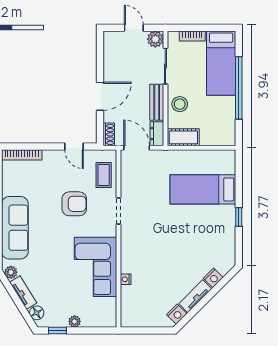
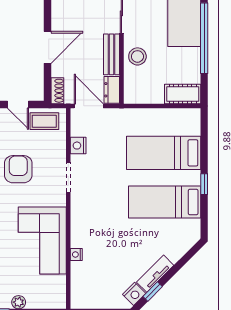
cot: (183, 137) -> (183, 94), moved
coffee table: (104, 175) -> (44, 121), moved, turned 90
armchair: (74, 204) -> (18, 169), turned -90
bed: (204, 233) -> (165, 202), added
nightstand: (213, 278) -> (78, 146), moved, turned 135
window: (193, 312) -> (153, 292), added

